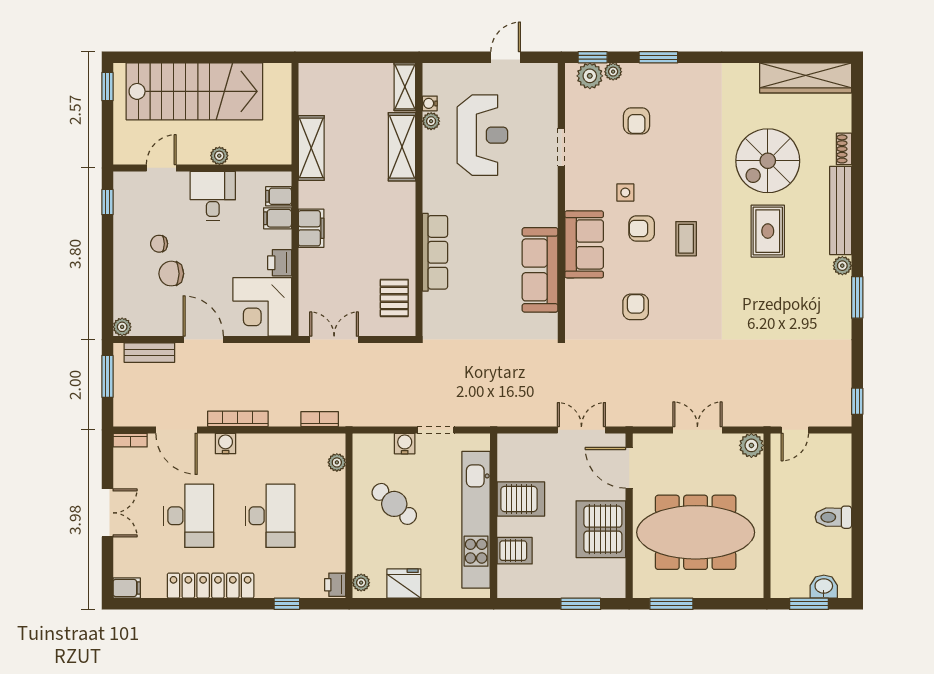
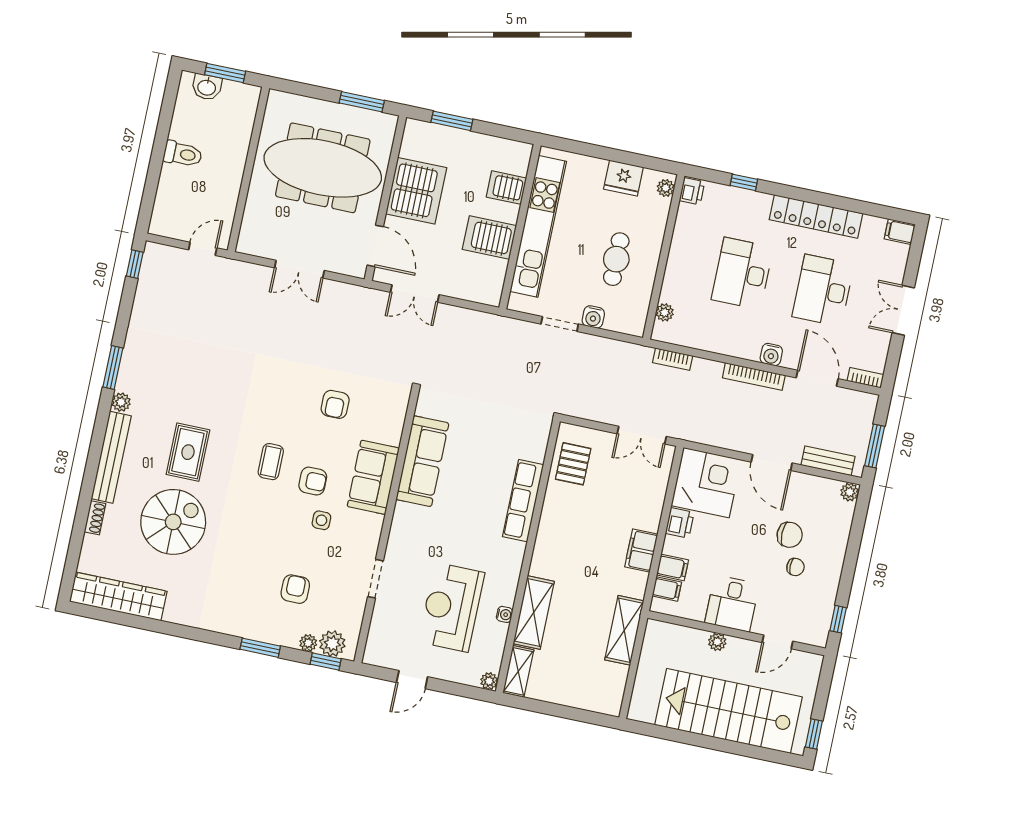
water cooler: (430, 103) -> (504, 614), moved
plant: (431, 121) -> (489, 681), moved
plant: (751, 445) -> (249, 242), removed
cafe table: (394, 504) -> (616, 259), turned 49

